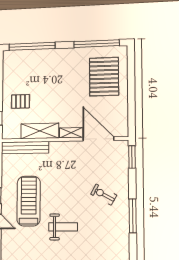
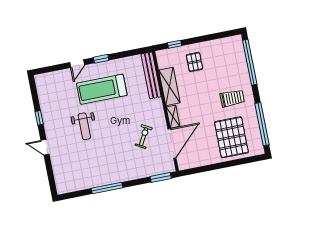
trolley: (64, 69) -> (232, 98), added
pallet: (104, 77) -> (231, 137), turned 90
exercise bike: (104, 195) -> (144, 137), moved
treadmill: (29, 201) -> (102, 89), turned 180

